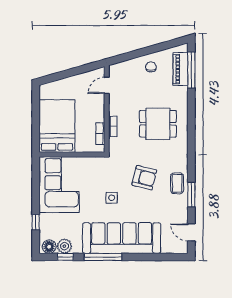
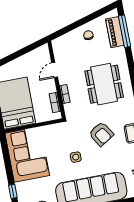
door: (107, 85) -> (55, 70), moved
dining table: (158, 124) -> (104, 84), width x1.38
armchair: (144, 178) -> (101, 134), turned 44

